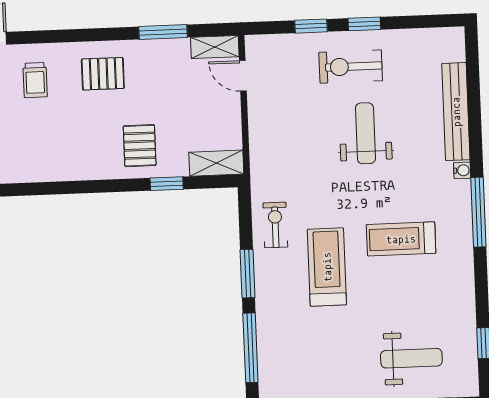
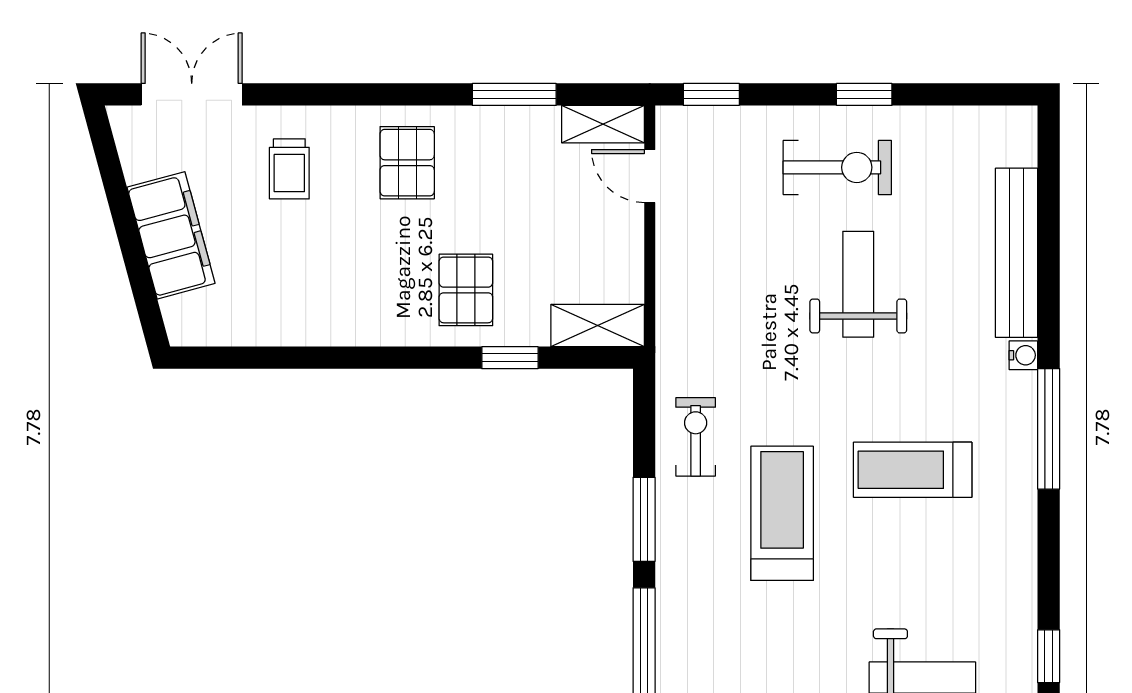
window: (311, 26) -> (711, 94), moved
exercise bike: (351, 67) -> (837, 167), turned 180
pallet: (103, 74) -> (407, 163), turned 90

